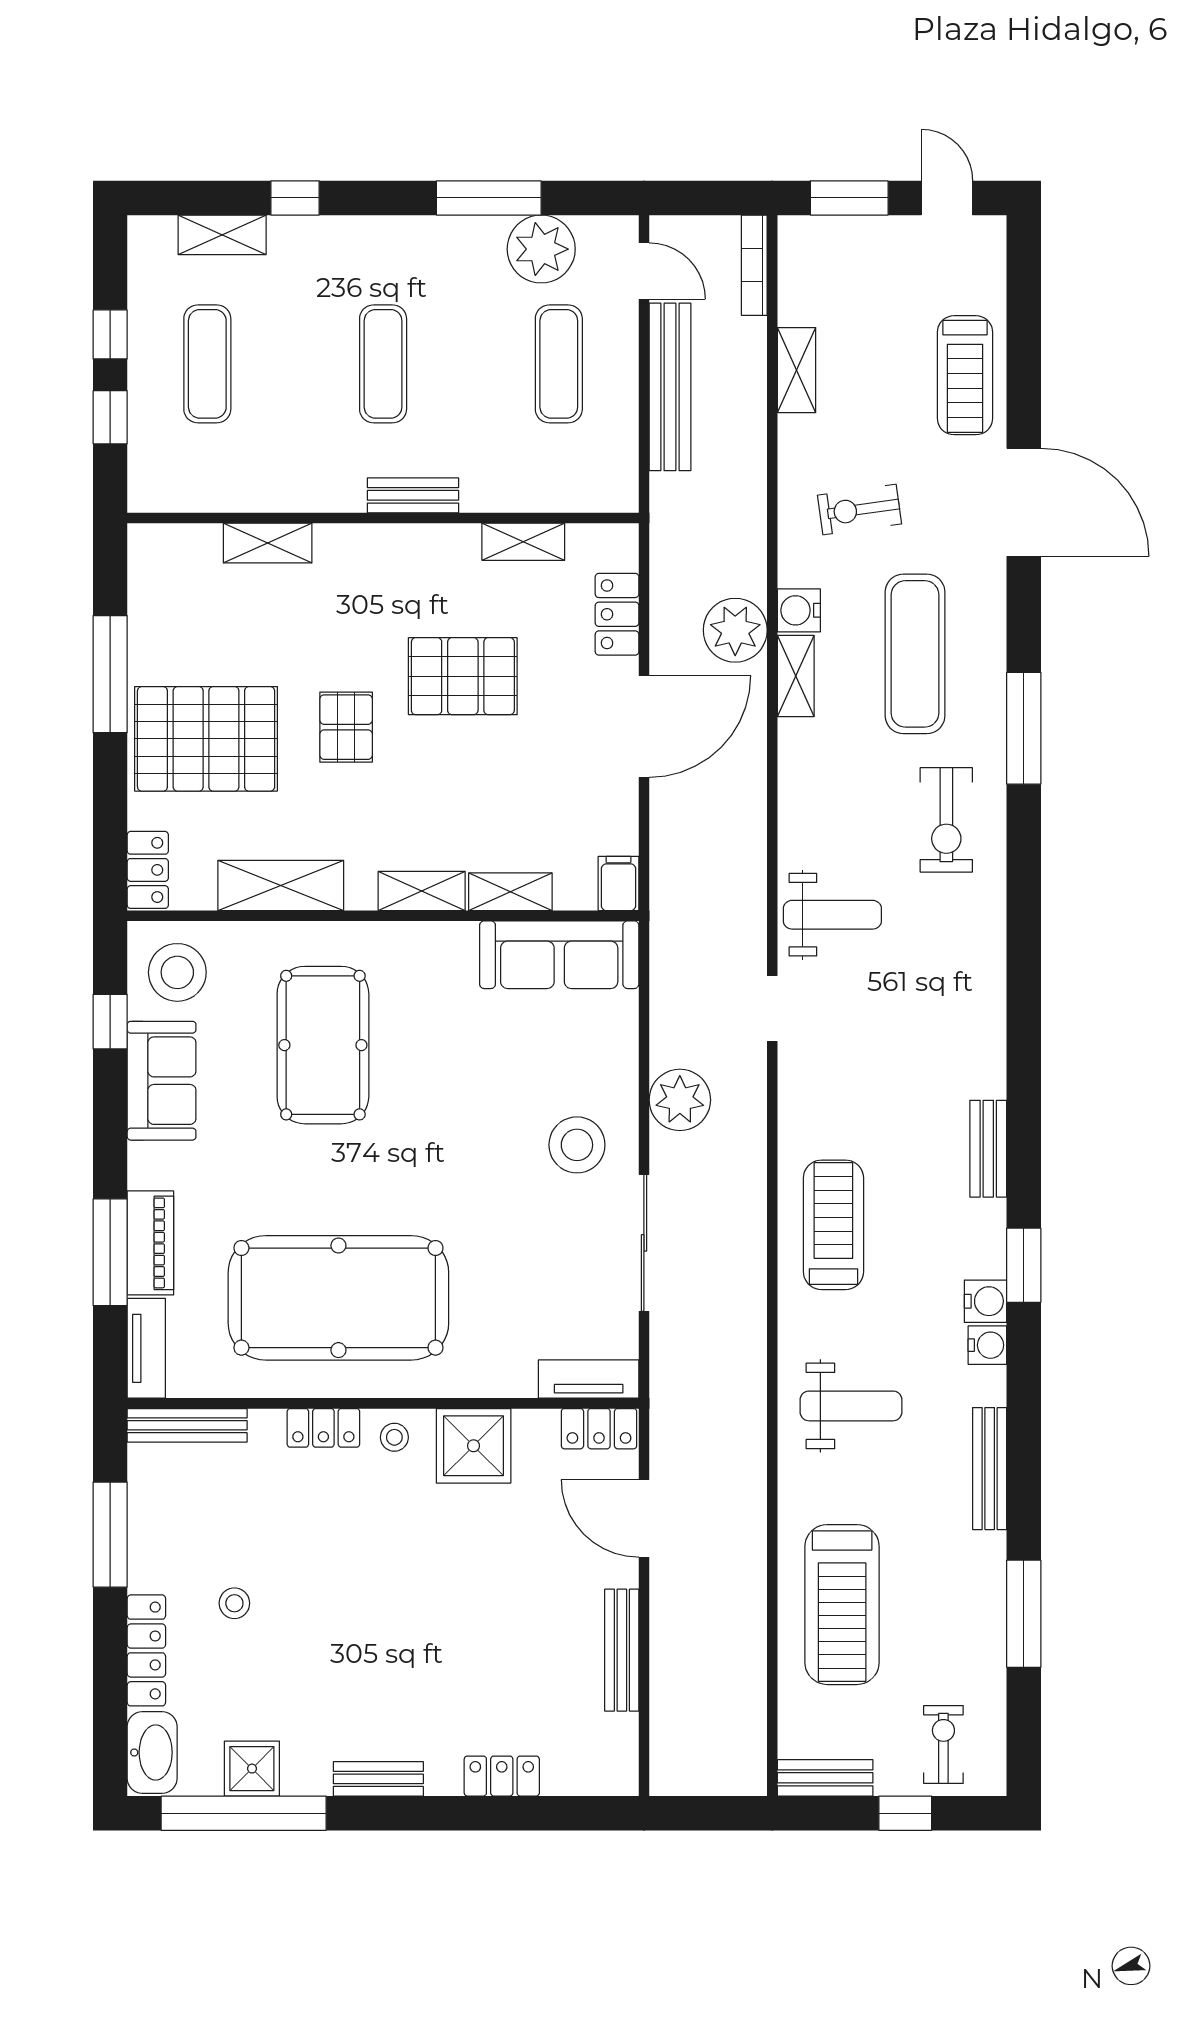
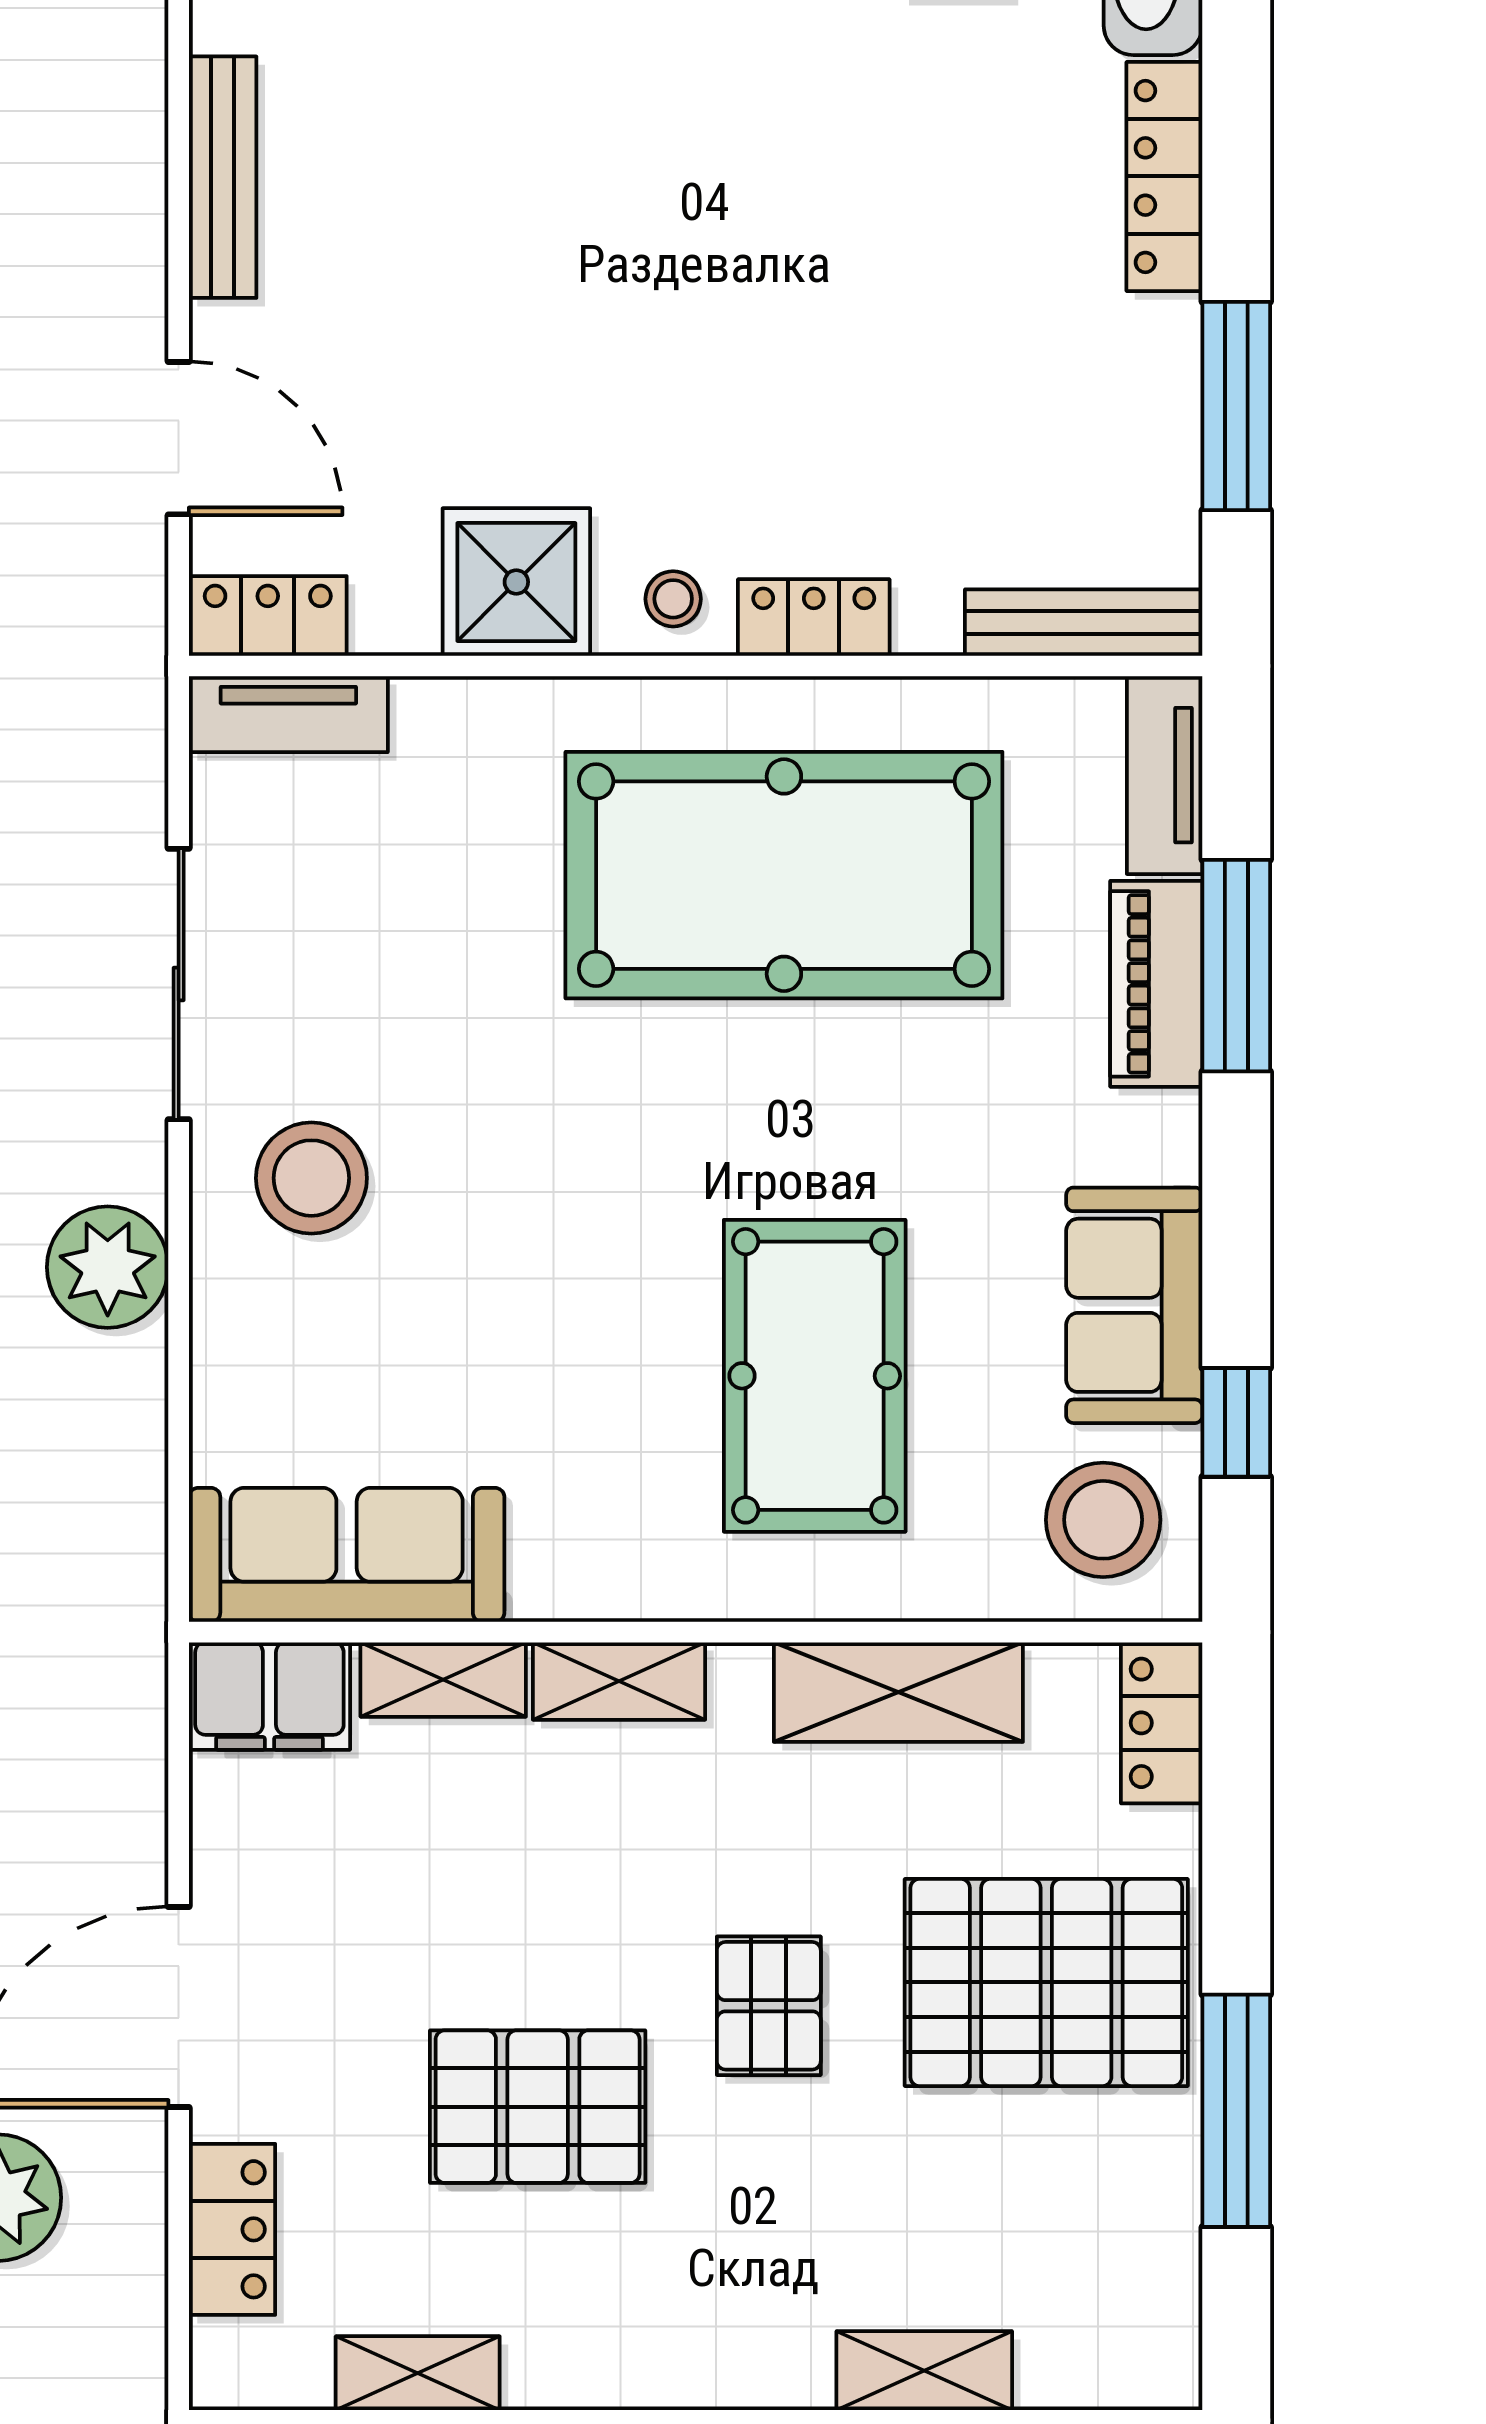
filing cabinet: (619, 883) -> (269, 1696), width x2.00
stool: (234, 1603) -> (990, 270), removed

